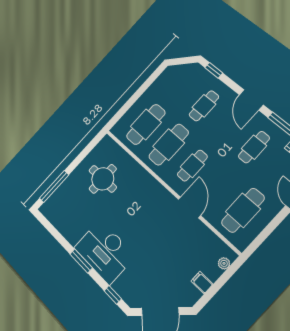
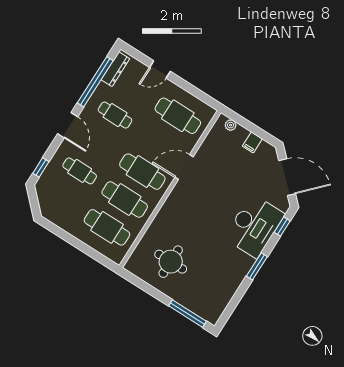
door: (251, 100) -> (68, 125), hinge flipped
cafe table: (192, 166) -> (142, 172), width x1.37, depth x1.35
desk: (105, 252) -> (254, 226), moved

